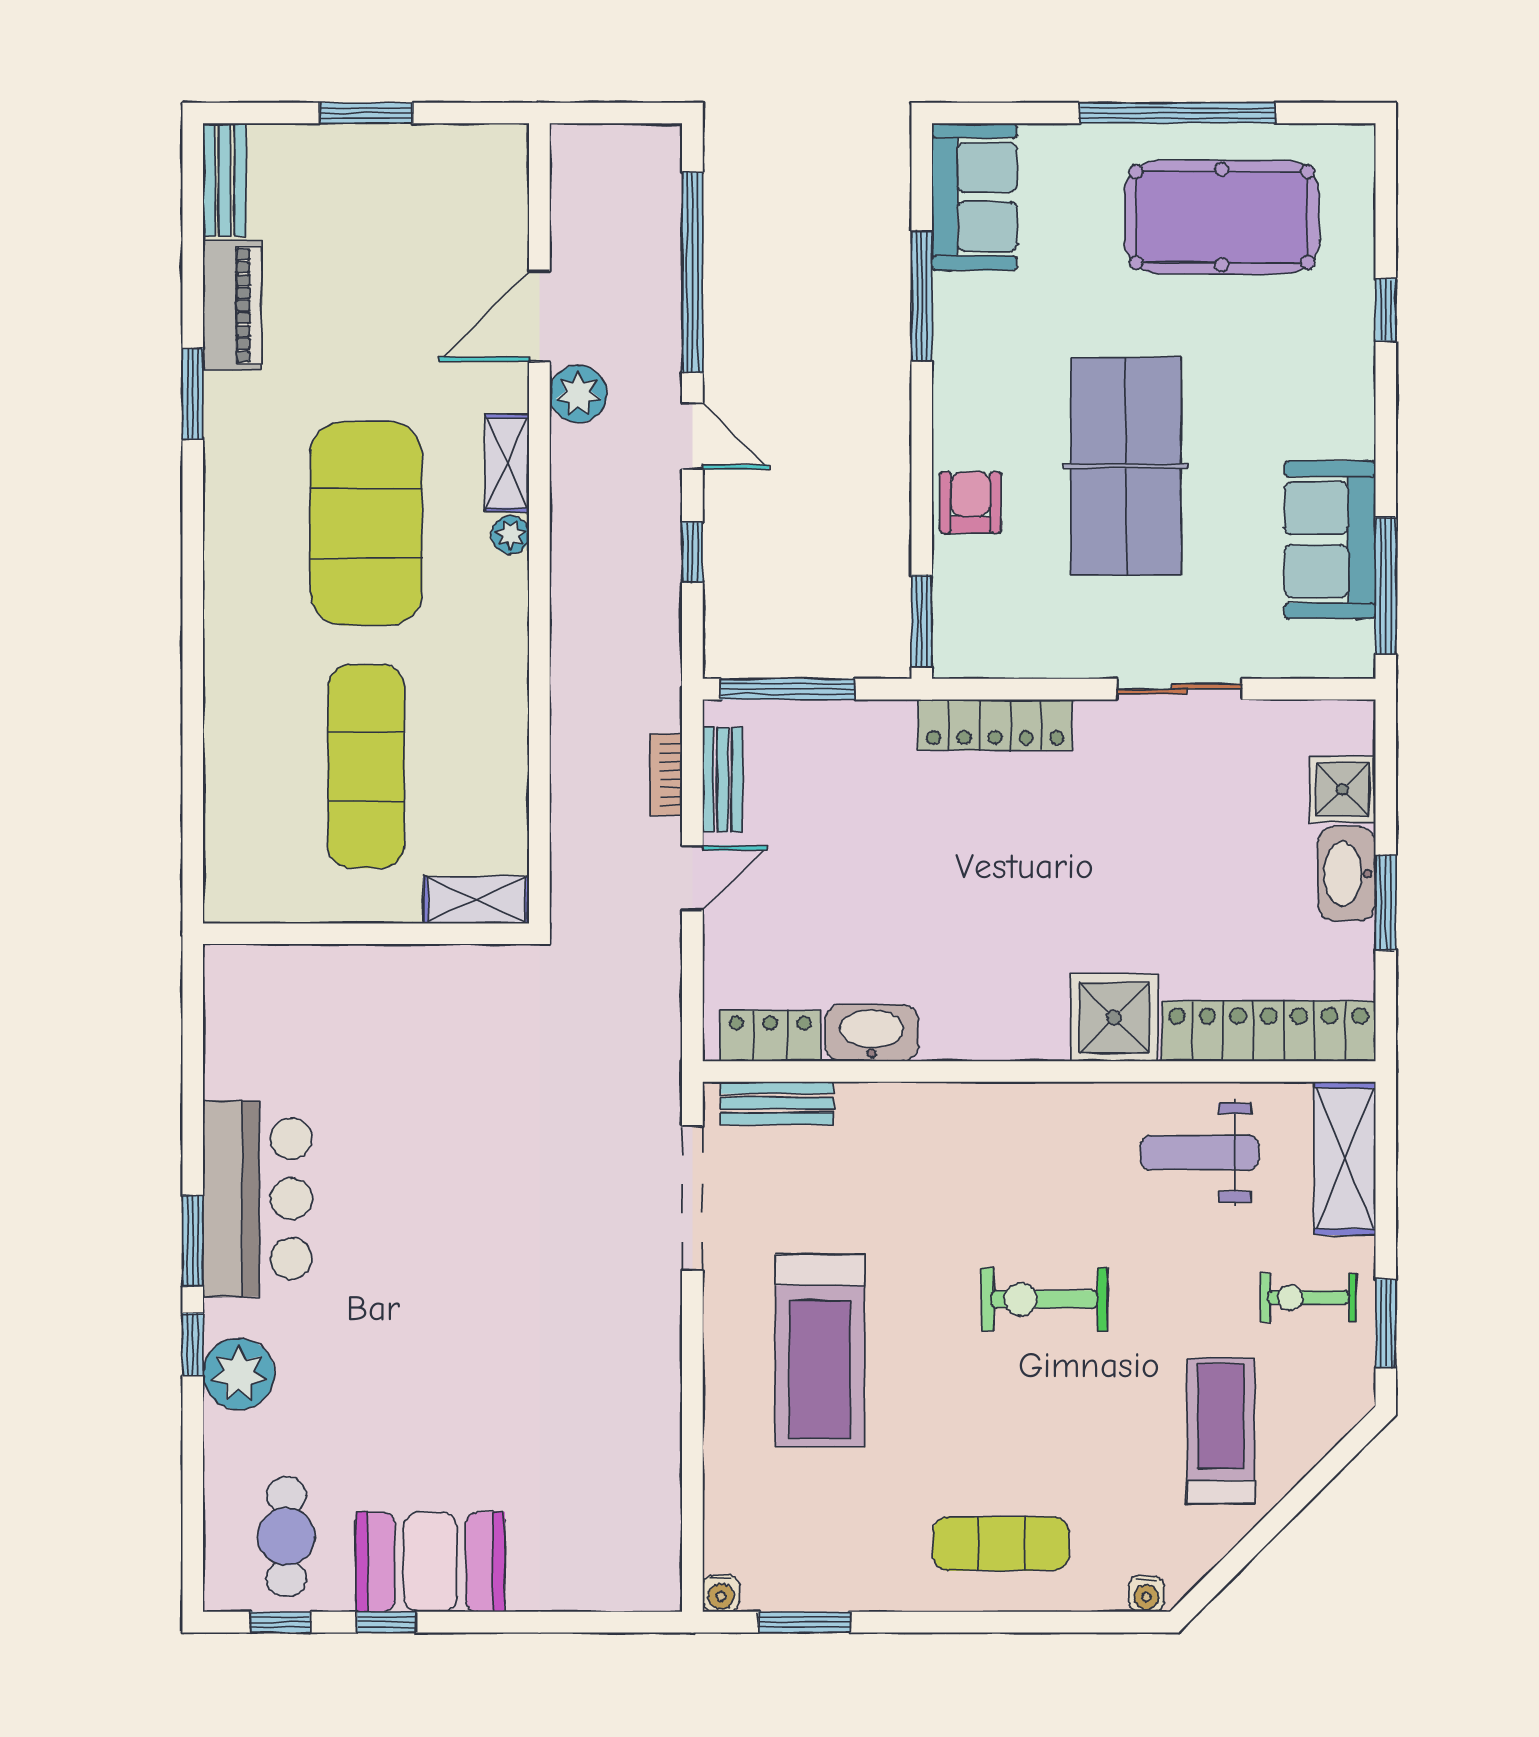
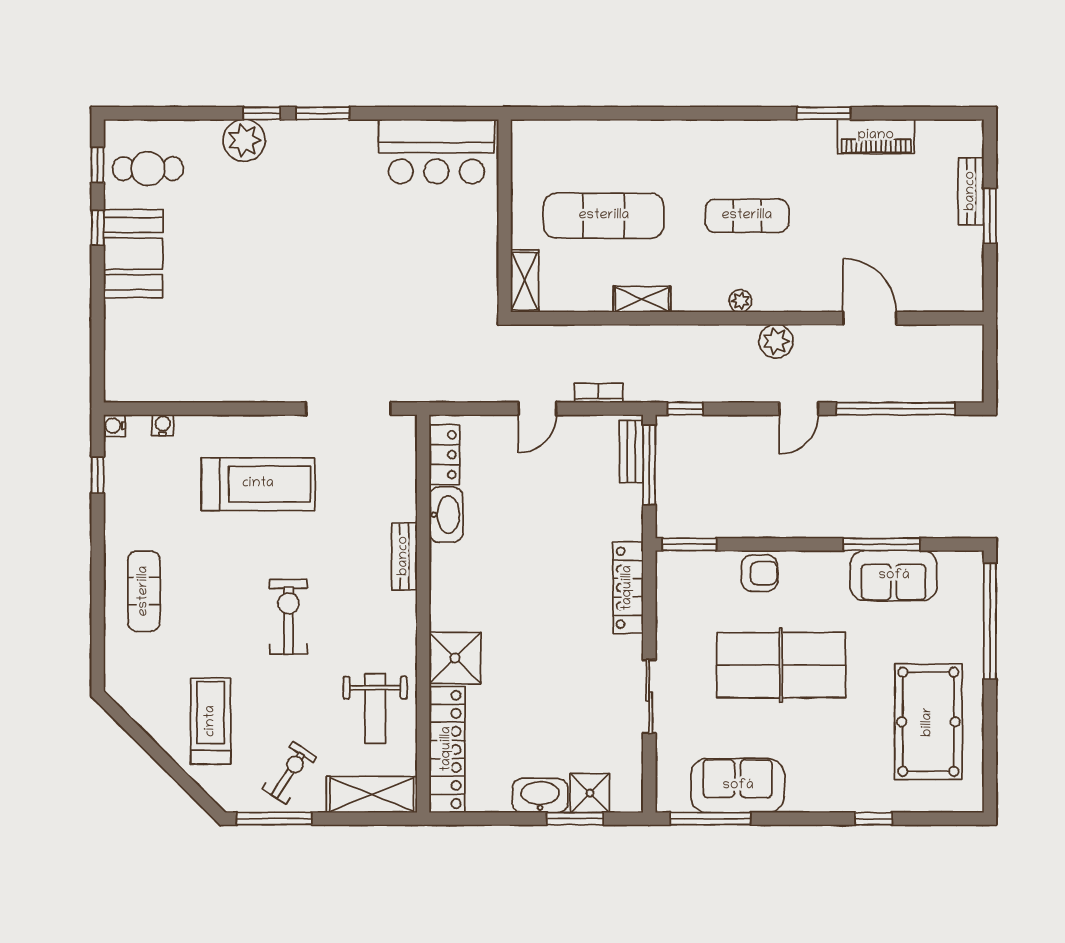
window: (1177, 113) -> (990, 621), moved
bench: (225, 180) -> (971, 191), moved, turned 90
sofa: (975, 197) -> (894, 576), moved
plant: (578, 394) -> (776, 341), moved
shelving: (507, 463) -> (642, 299), moved
exercise mat: (366, 523) -> (747, 216), width x0.50, depth x0.69
window: (692, 552) -> (685, 409), moved
bench: (723, 780) -> (631, 451), moved, turned 90
door: (692, 878) -> (537, 409), hinge flipped
window: (1386, 903) -> (575, 819), moved
bench: (777, 1103) -> (404, 556), moved
weight bench: (1200, 1153) -> (375, 709), turned 180
bar counter: (257, 1199) -> (436, 152), moved
exercise bike: (1308, 1298) -> (289, 773), turned 33
window: (1386, 1323) -> (274, 819), width x1.44
treadmill: (820, 1351) -> (258, 484), turned 180
treadmill: (1221, 1431) -> (211, 721), turned -90
water cooler: (1146, 1594) -> (163, 425), moved, turned 90
window: (805, 1622) -> (98, 475), width x0.67

